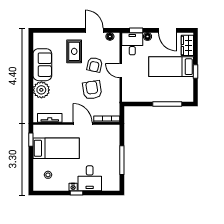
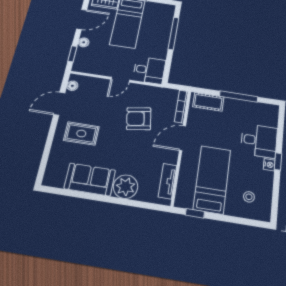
desk: (132, 44) -> (149, 70), moved, turned 180
armchair: (95, 65) -> (105, 110), removed
cot: (114, 138) -> (208, 102), added

